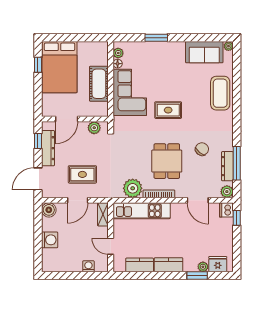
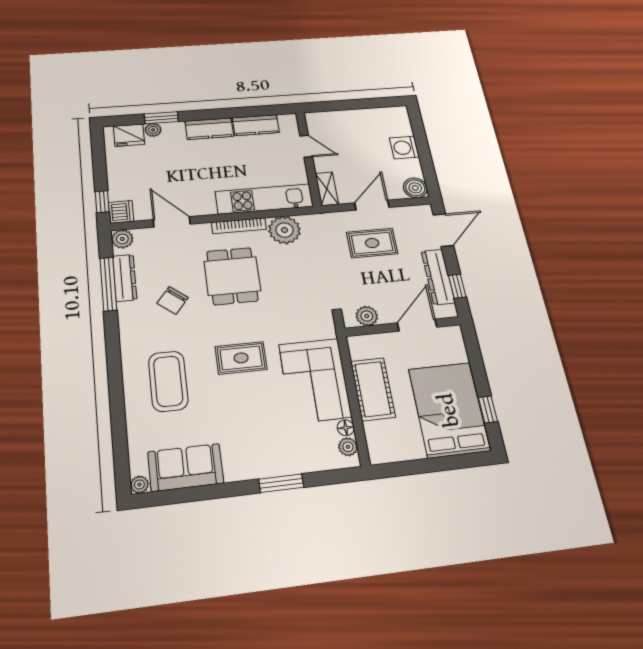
coffee table: (220, 93) -> (168, 381), moved
washing machine: (88, 266) -> (336, 118), removed

